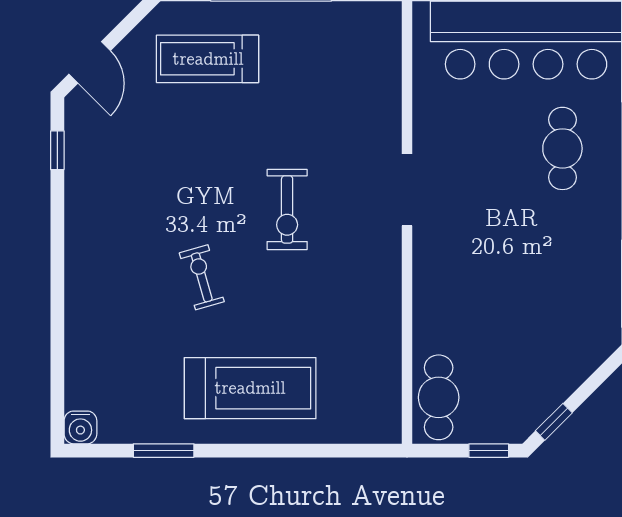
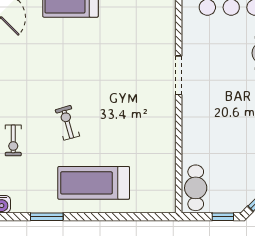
exercise bike: (287, 209) -> (13, 140), moved, width x0.73, depth x0.72
treadmill: (250, 388) -> (94, 183), turned 180

